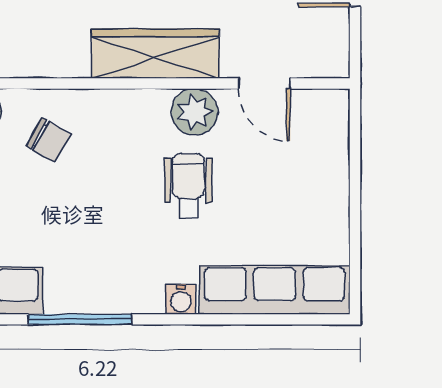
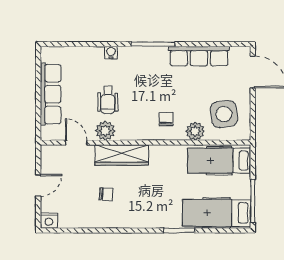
chair: (48, 140) -> (166, 119), turned 60
row of seats: (275, 290) -> (51, 94), moved, turned -90

